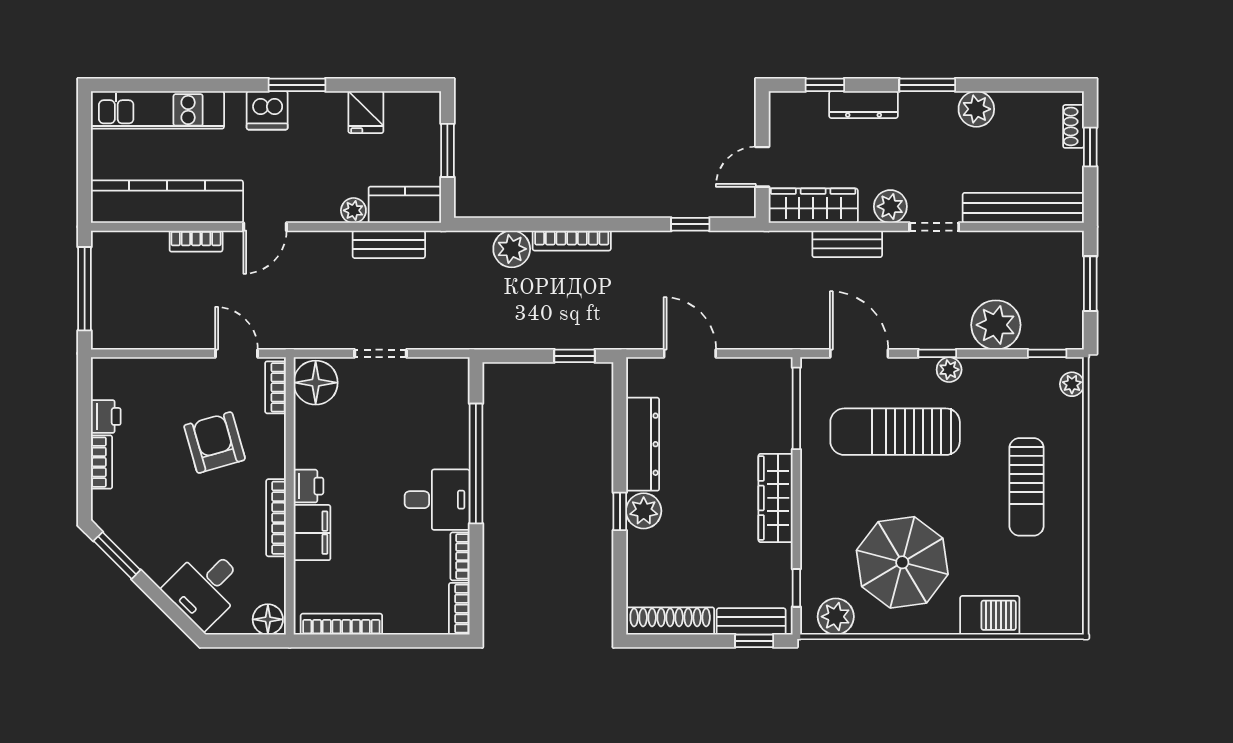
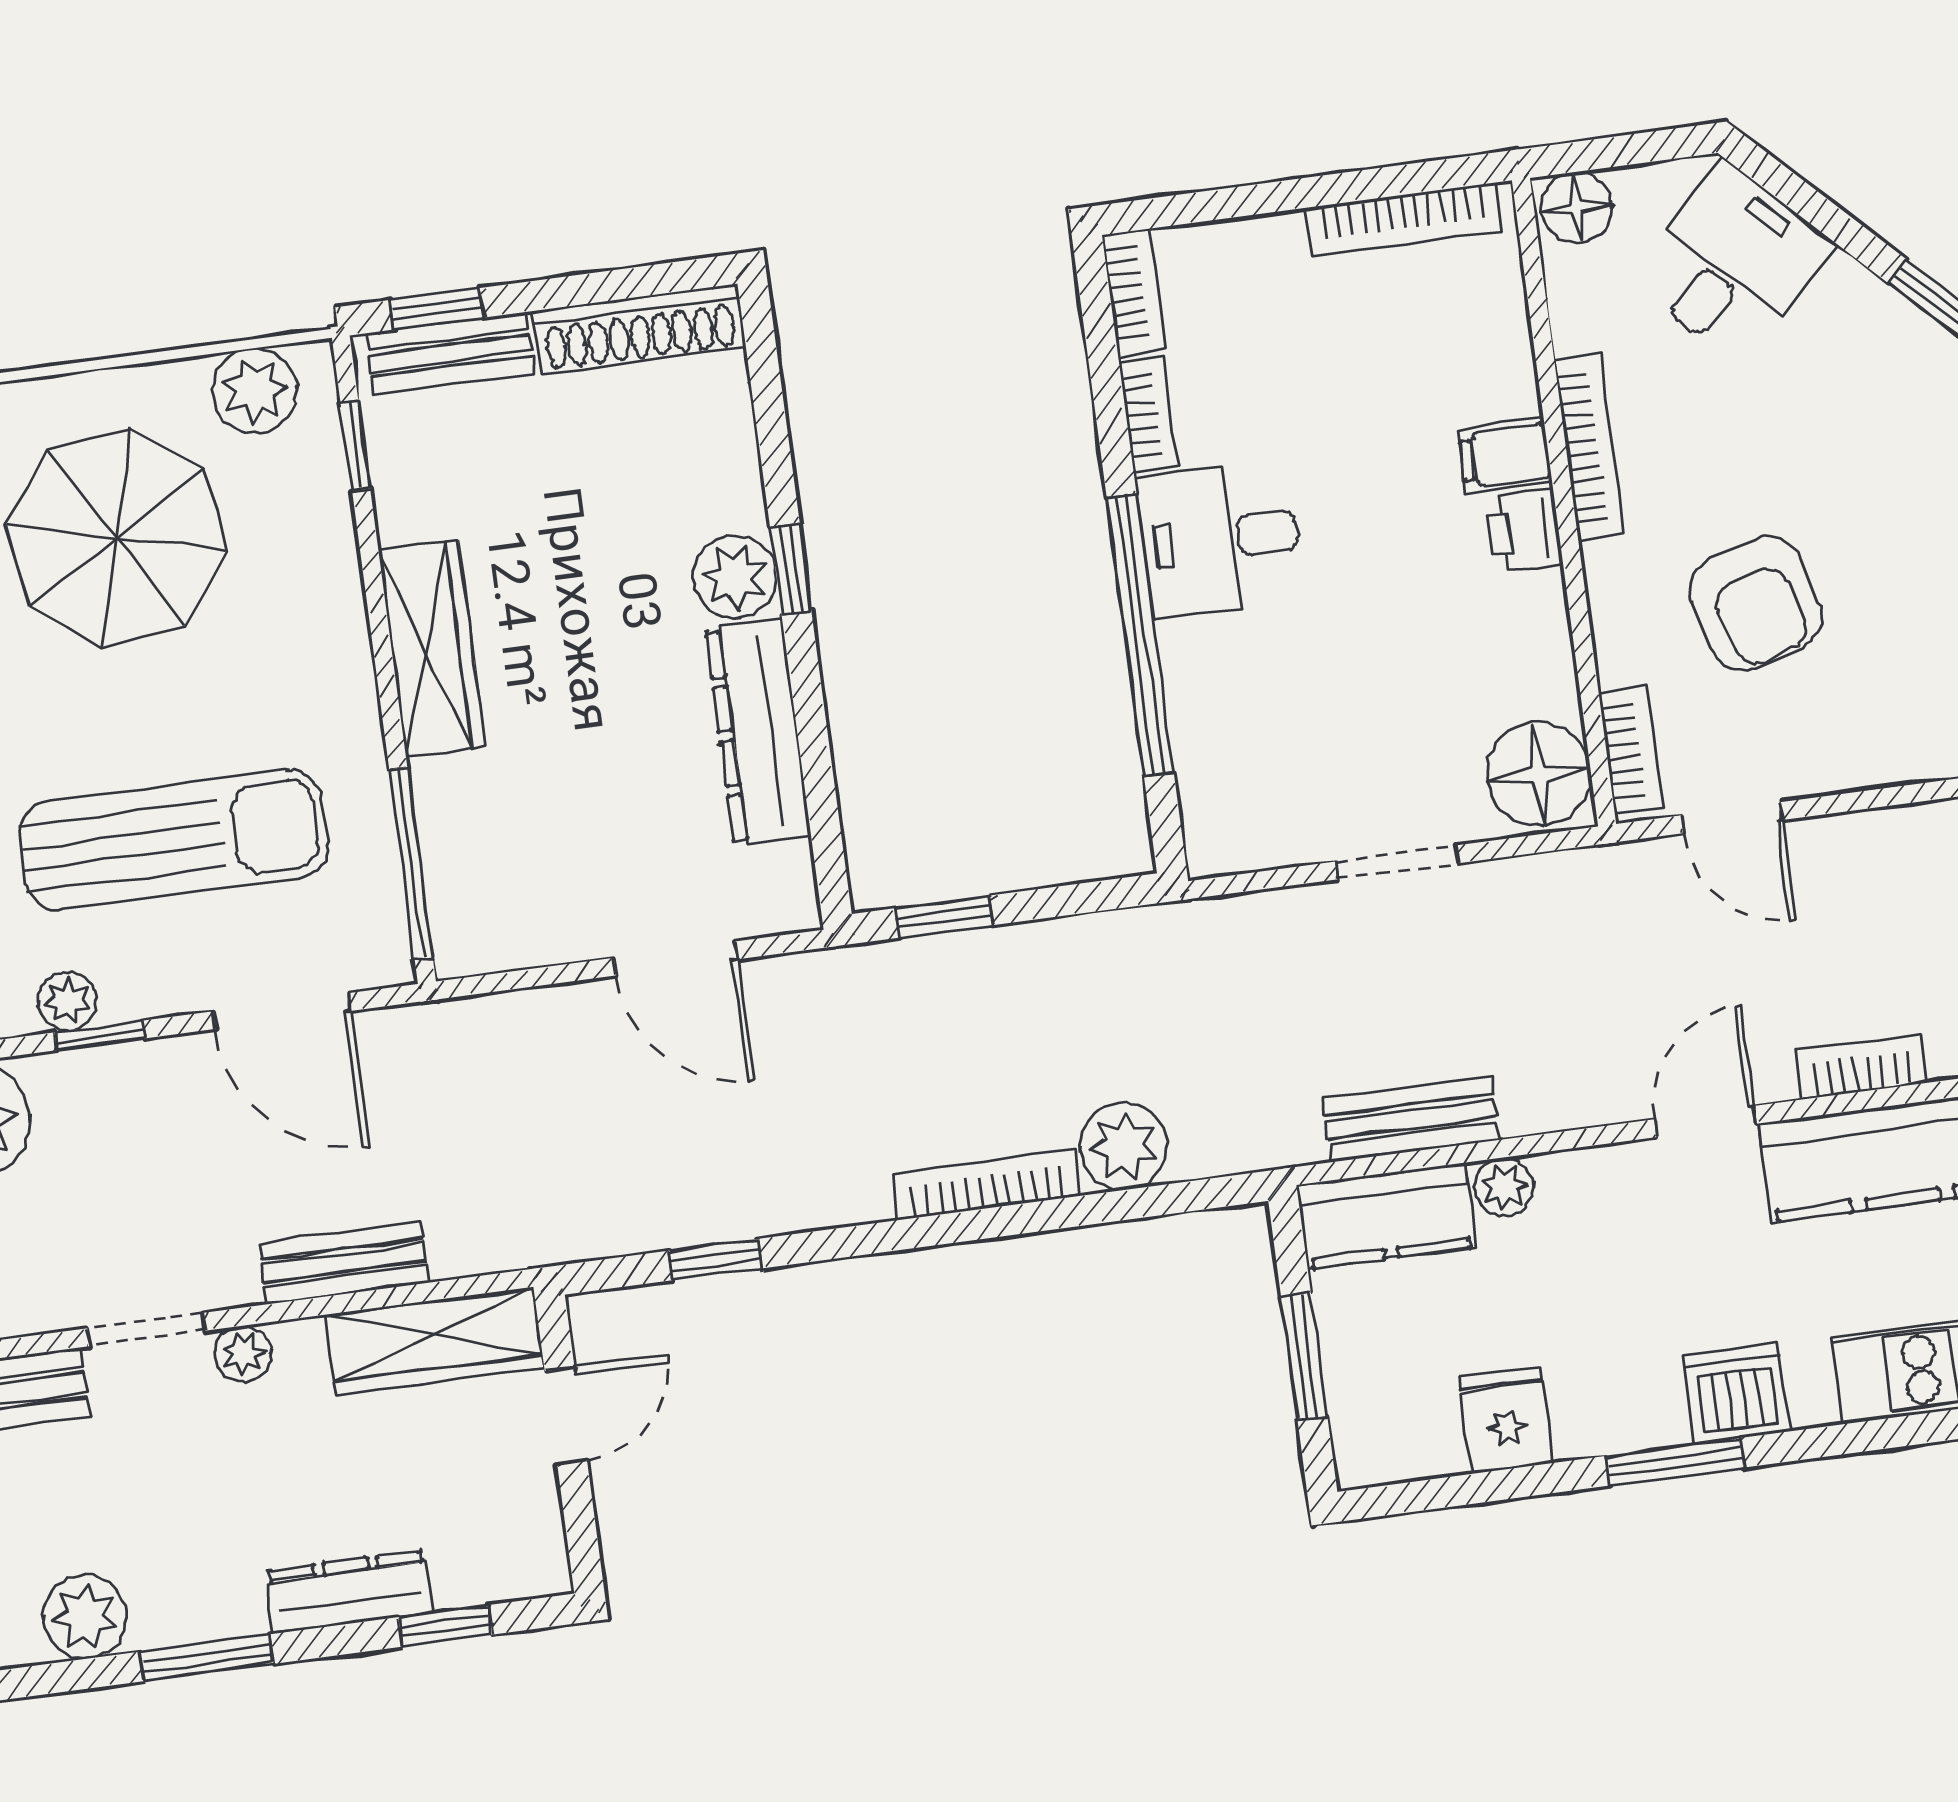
plant: (890, 206) -> (243, 1354), width x0.73, depth x0.73
filing cabinet: (312, 533) -> (1505, 456), width x0.50

